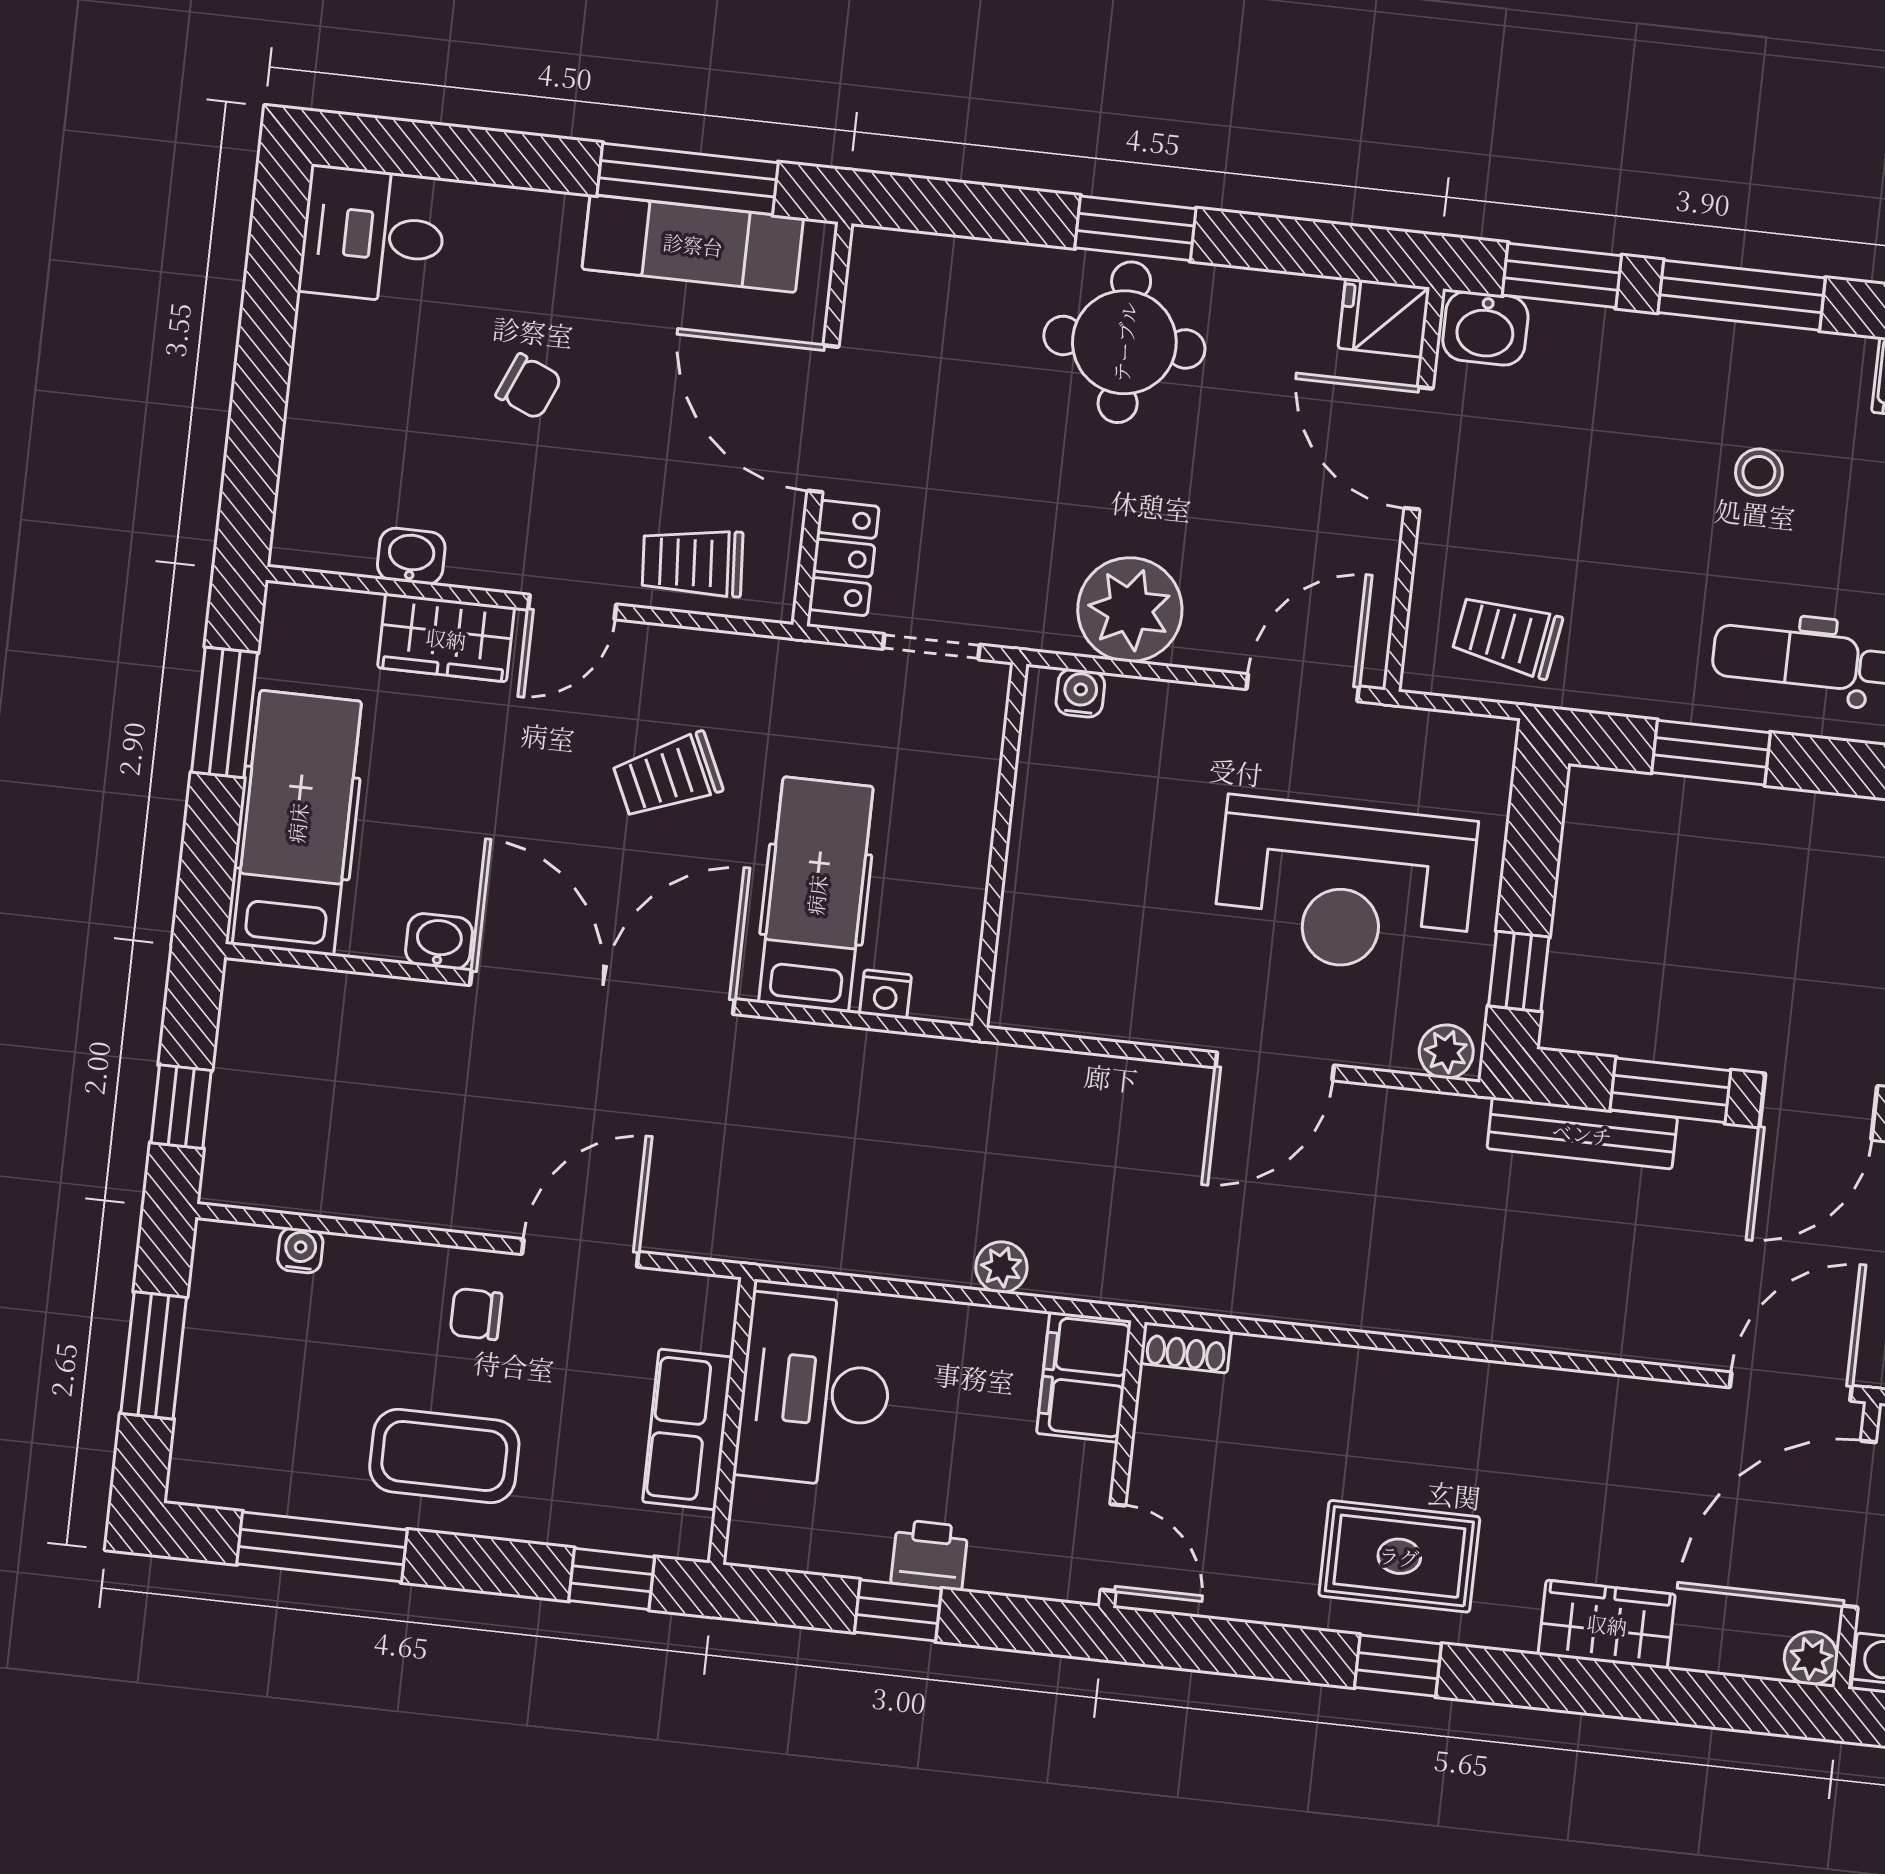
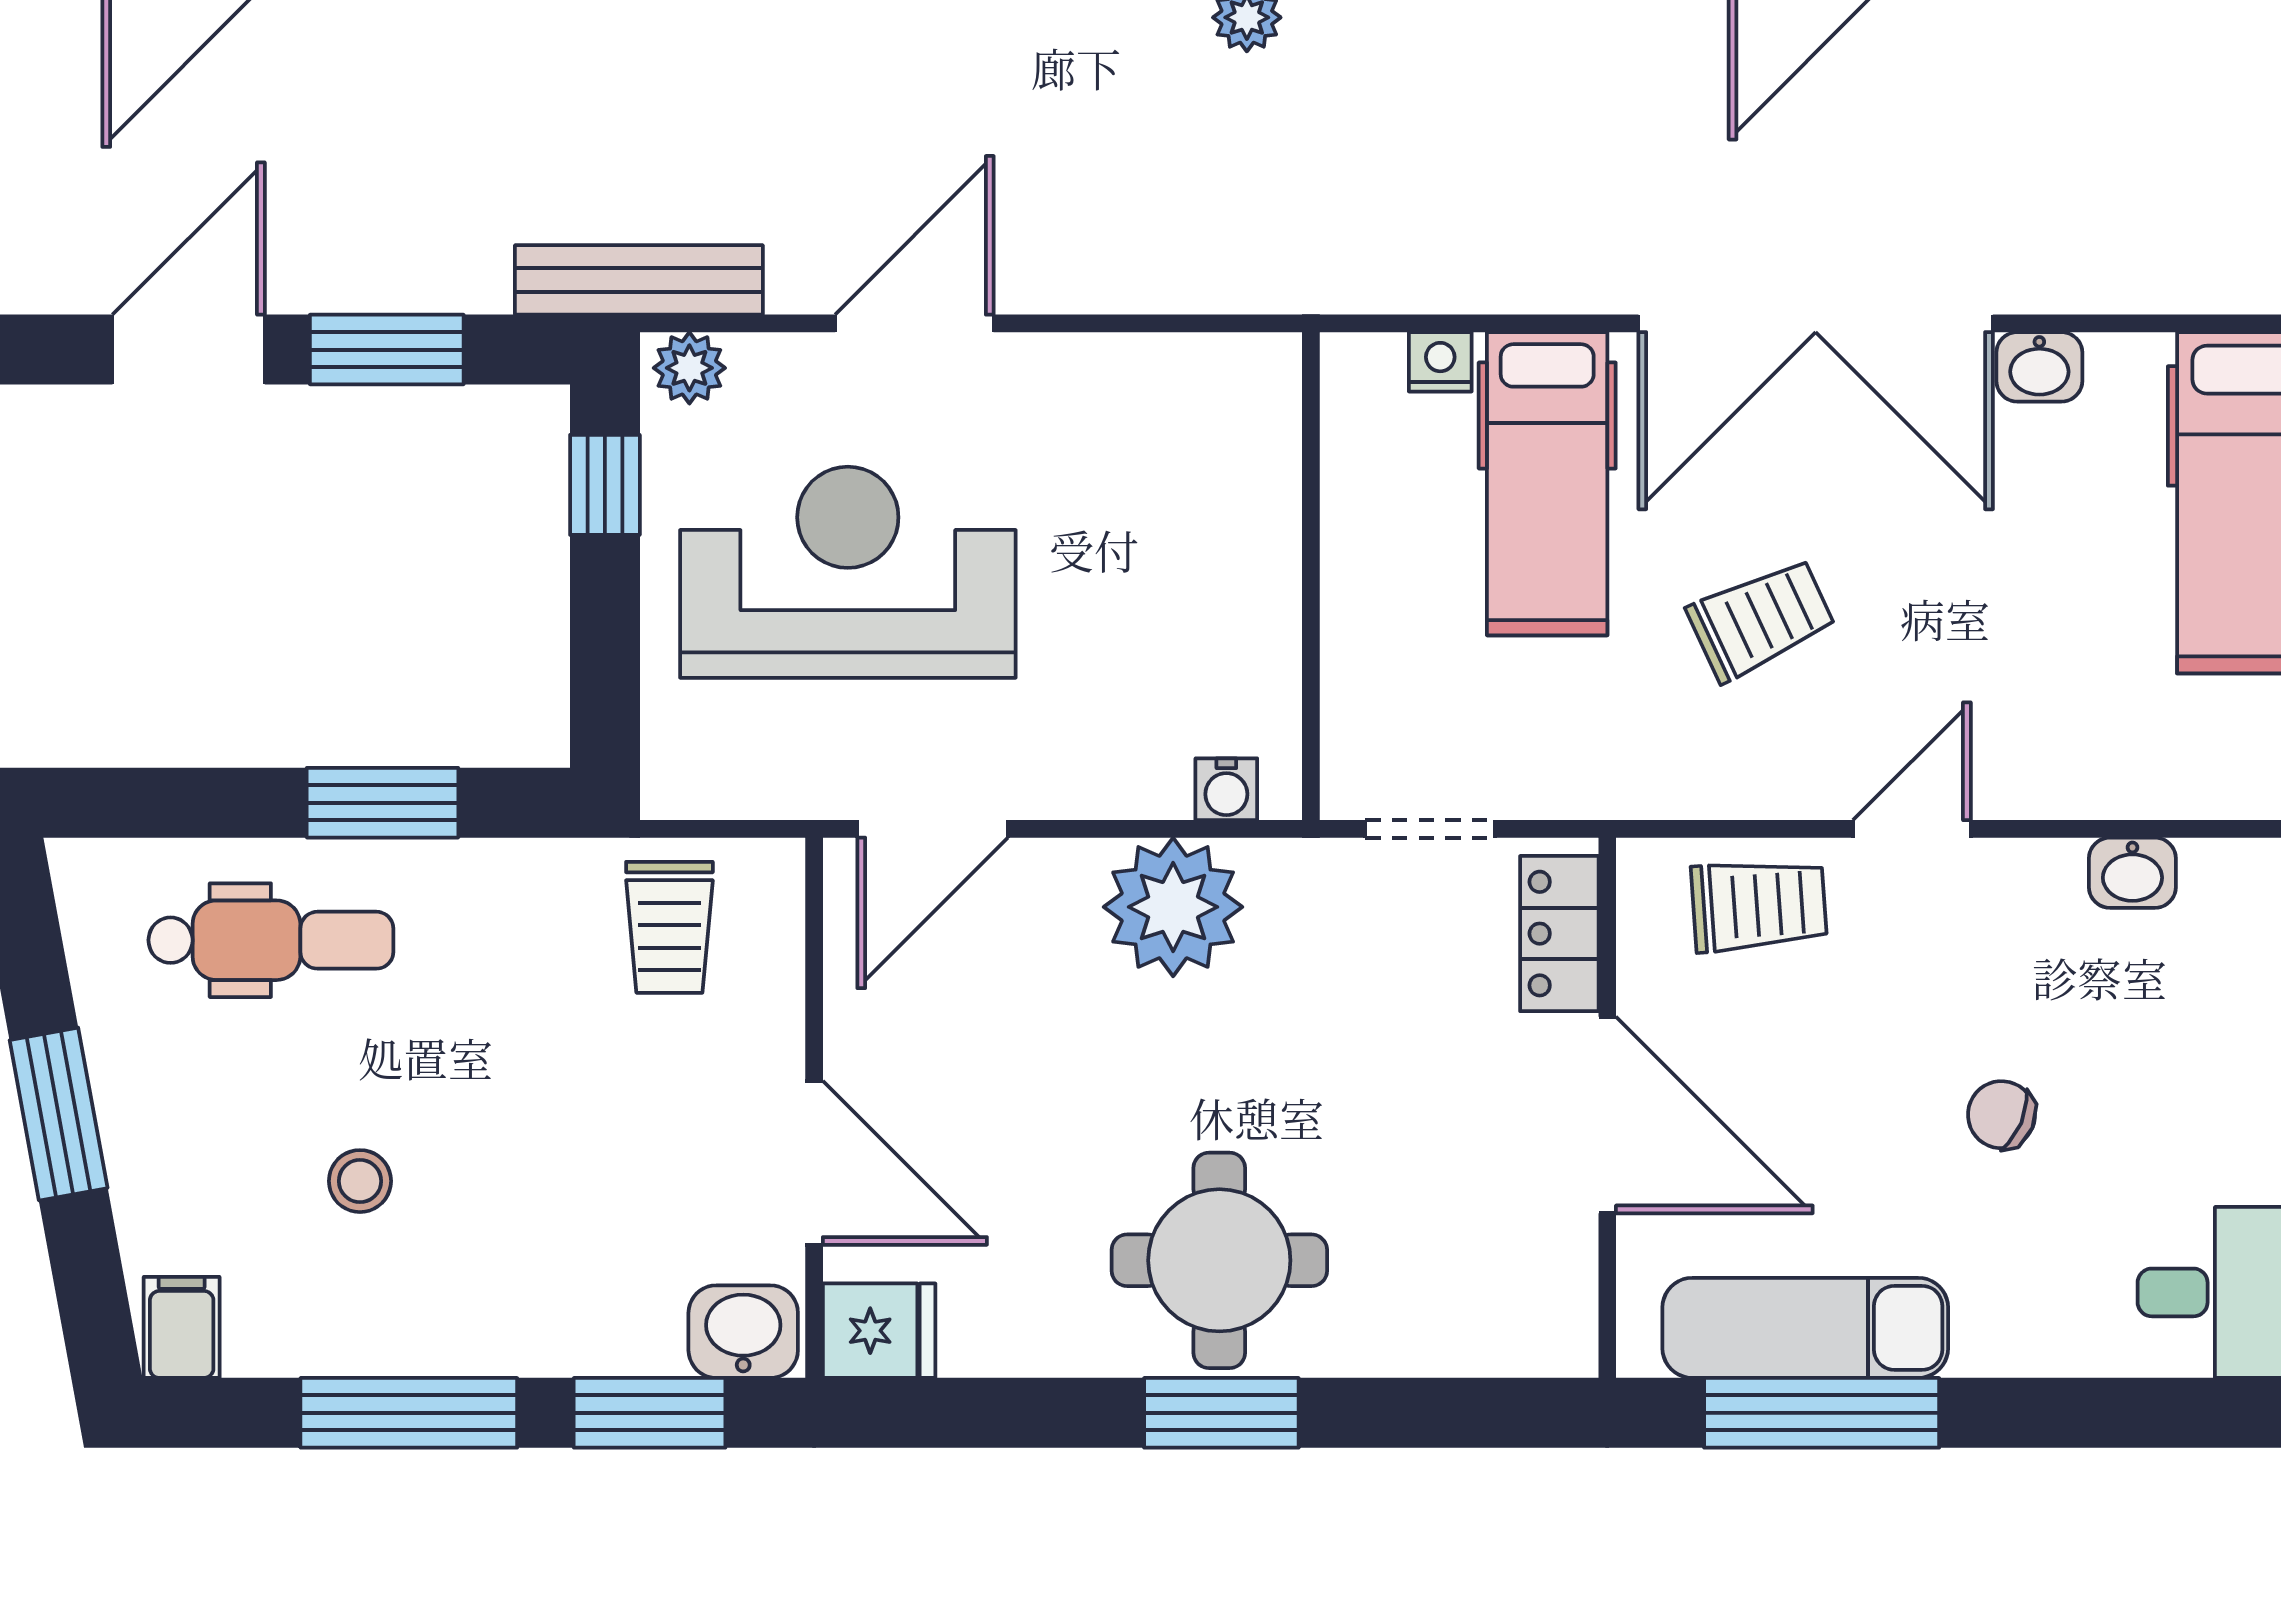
trolley: (1507, 636) -> (669, 927), turned 81
wardrobe: (446, 638) -> (2074, 770), removed
bench: (1582, 1133) -> (639, 280), moved

